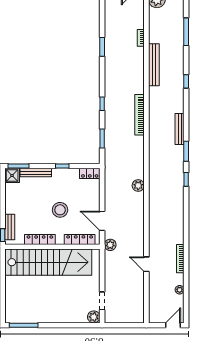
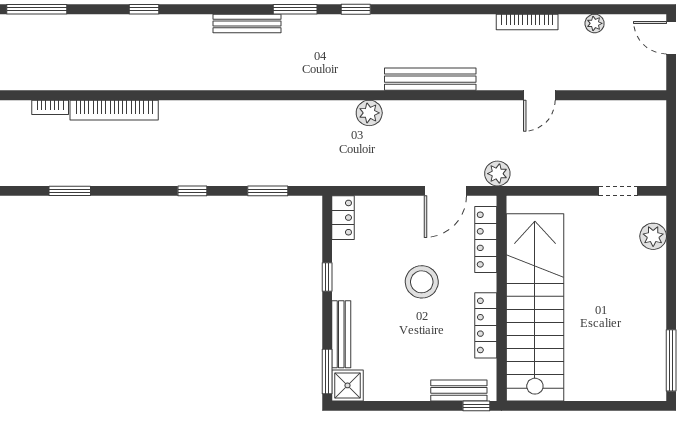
bench: (154, 65) -> (430, 79), moved
bookcase: (140, 115) -> (114, 110), moved
plant: (94, 317) -> (653, 236), moved

